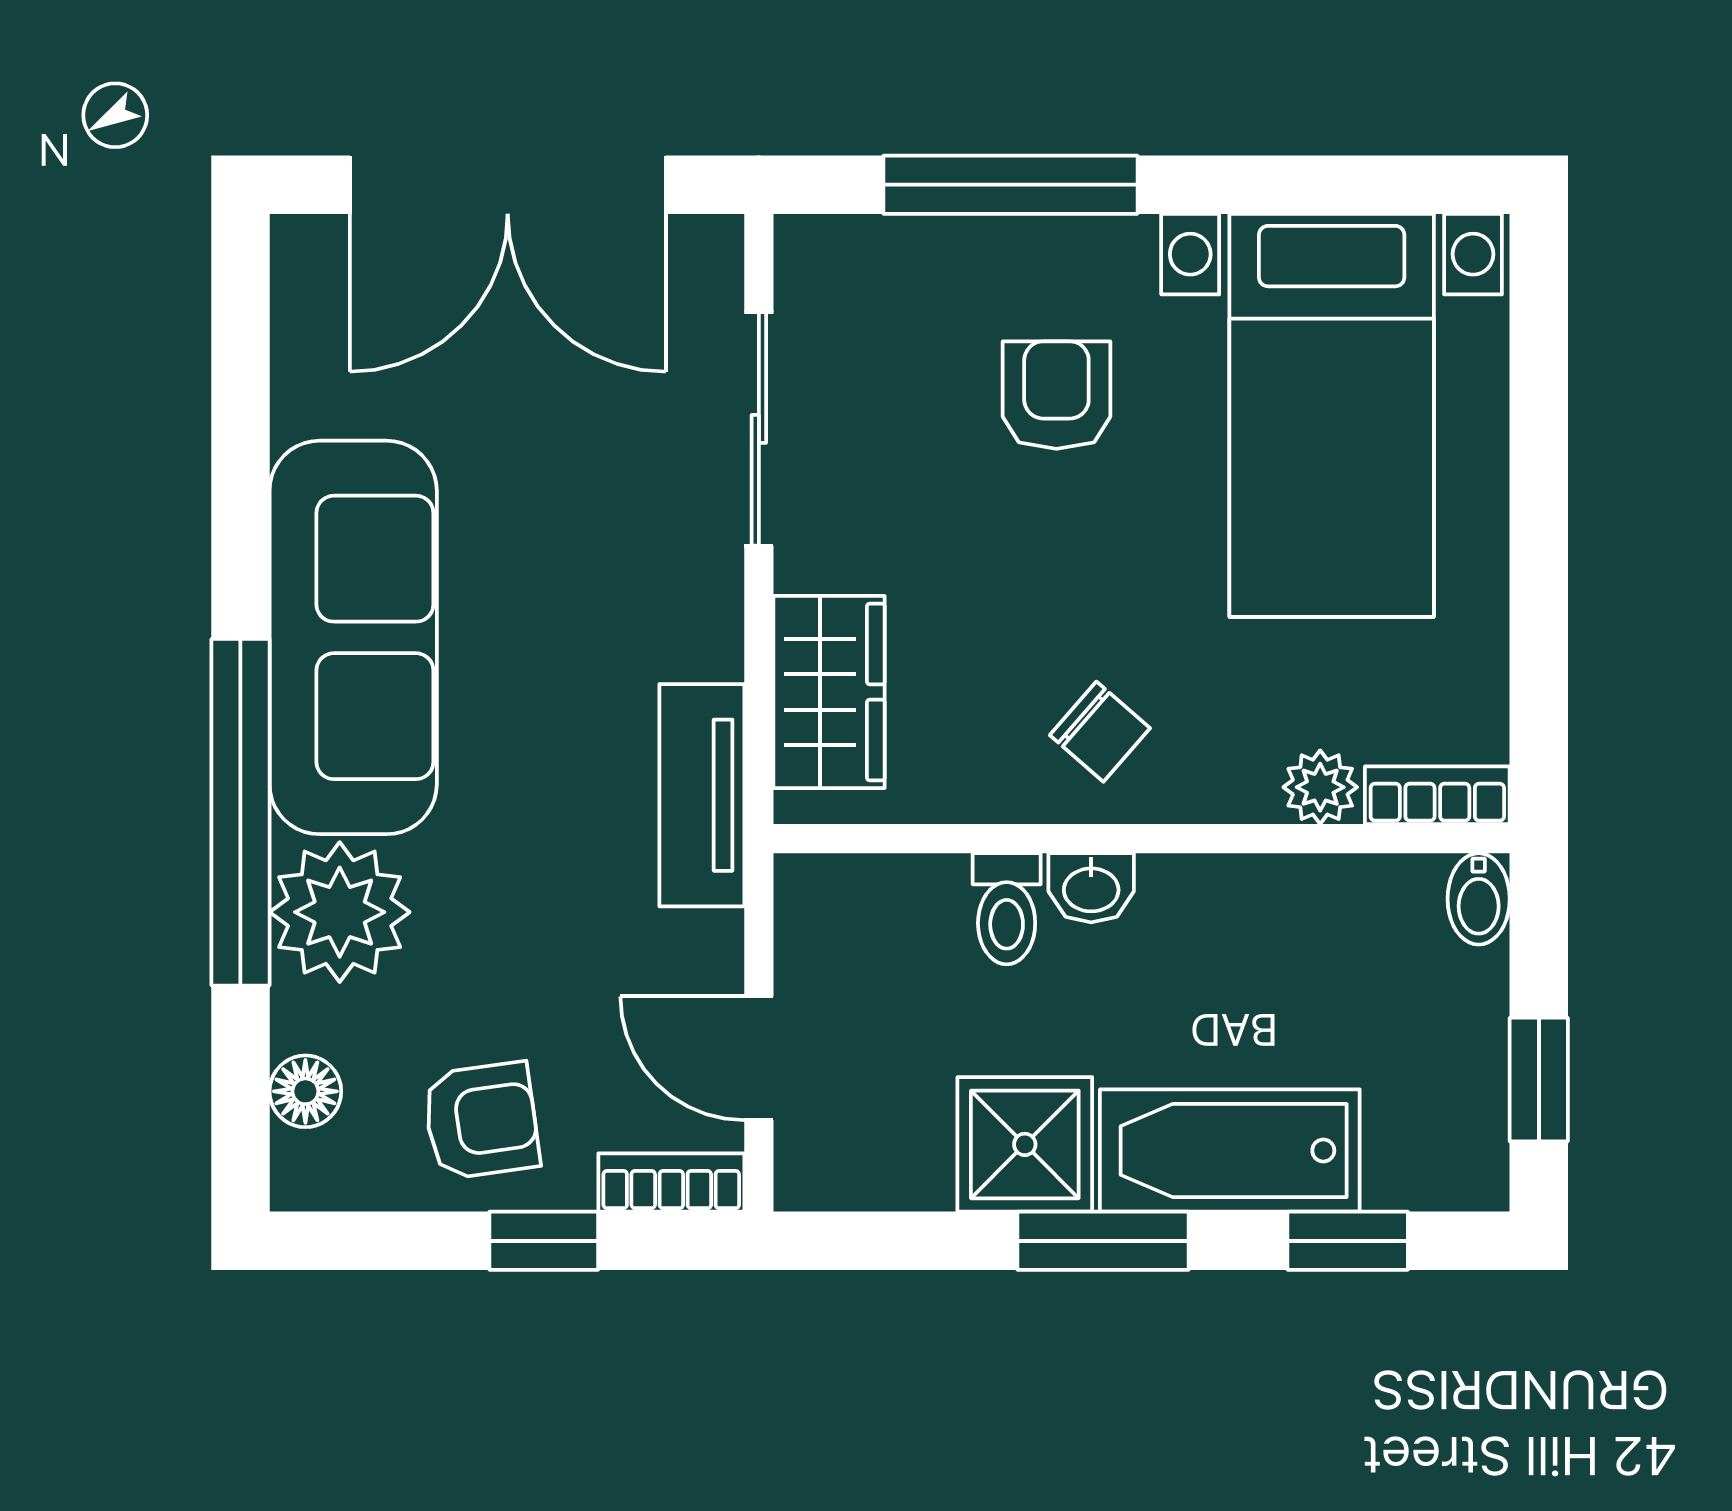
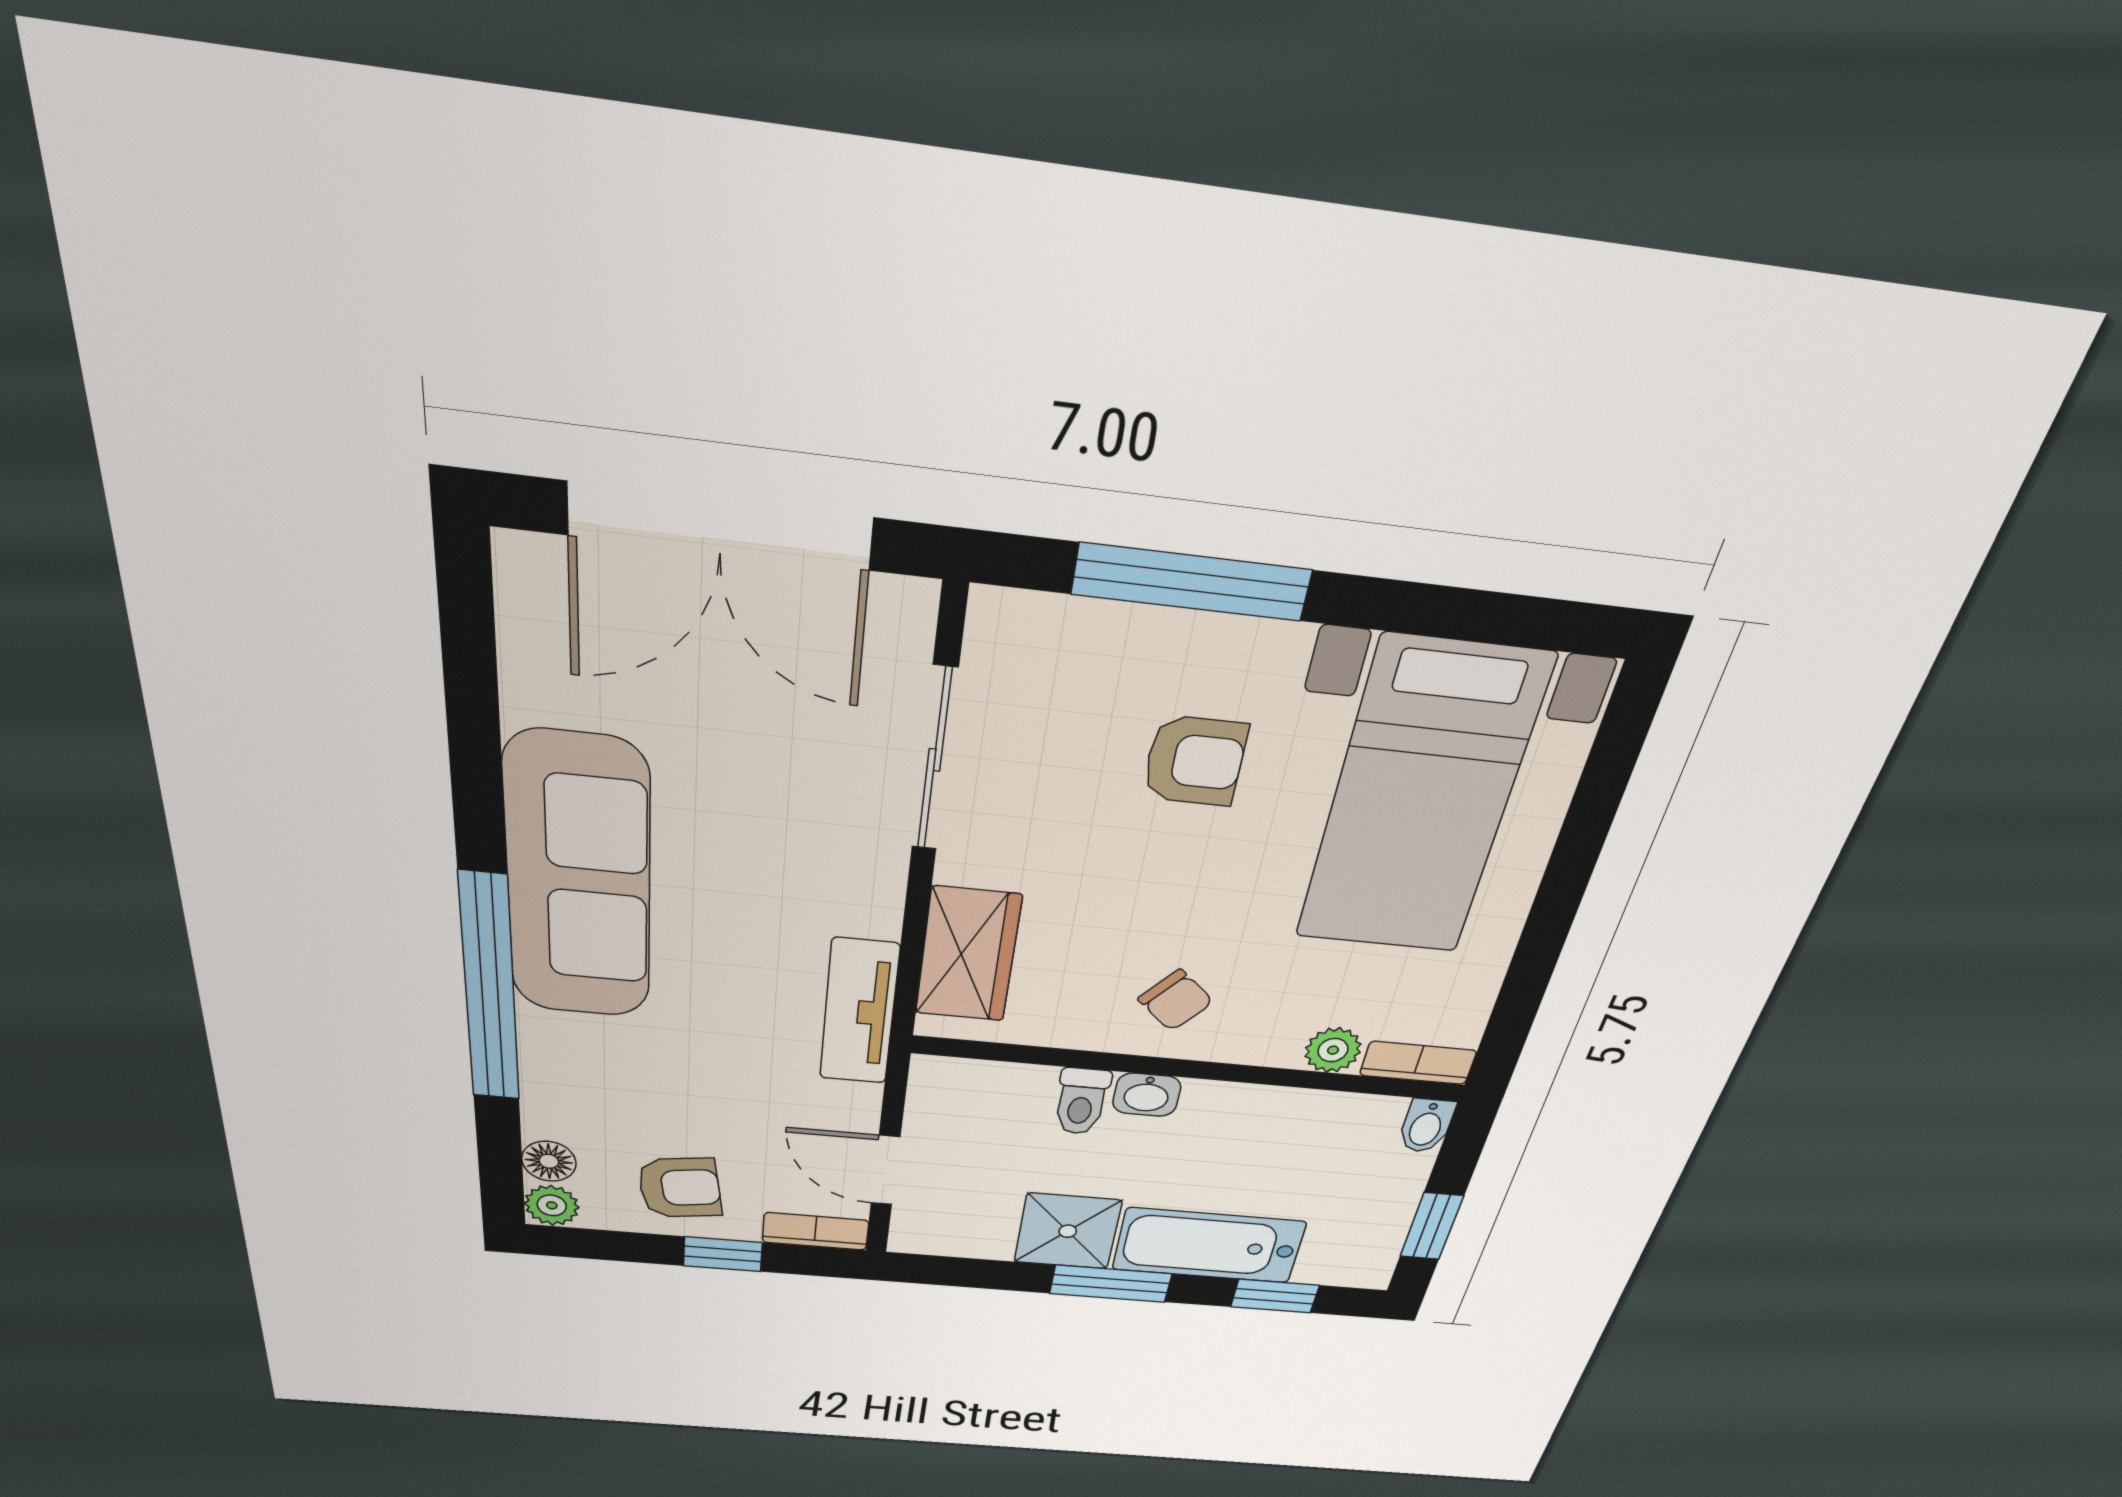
armchair: (1056, 395) -> (1195, 761), turned 90
plant: (340, 912) -> (552, 1205), moved, width x0.53, depth x0.53

